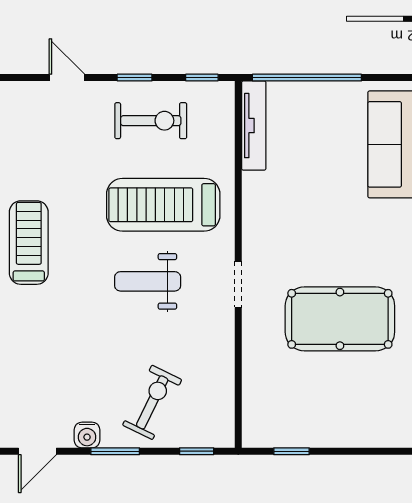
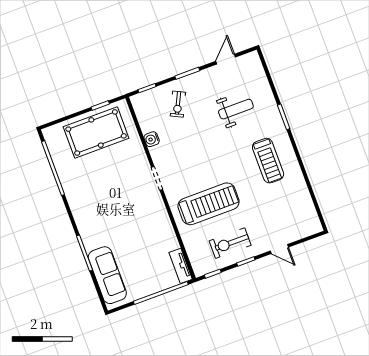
tv unit: (254, 126) -> (181, 266), width x0.71
weight bench: (148, 281) -> (236, 109), moved
pool table: (340, 319) -> (96, 132), moved
exercise bike: (152, 402) -> (178, 104), width x0.73, depth x0.72
water cooler: (87, 435) -> (152, 139), moved, turned -90

